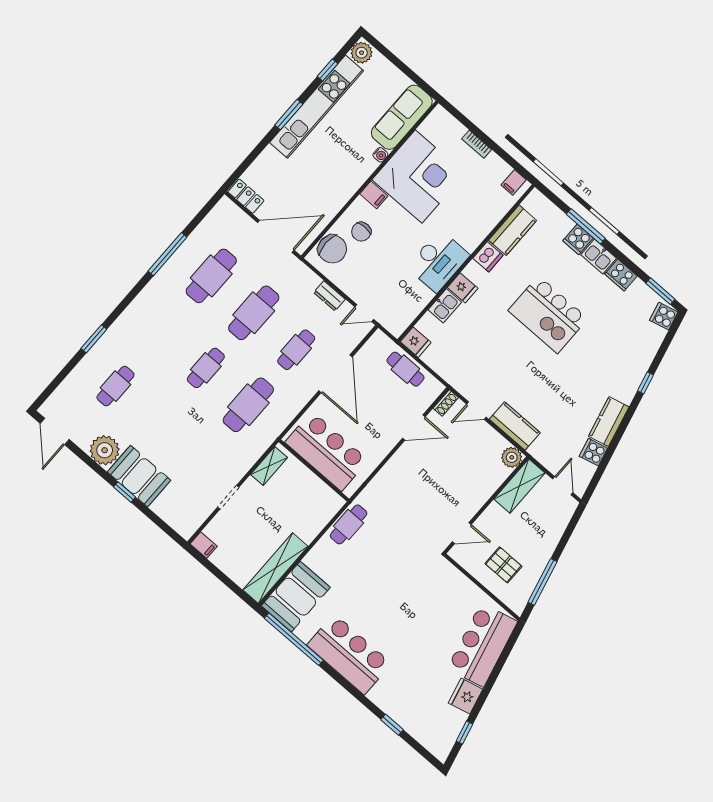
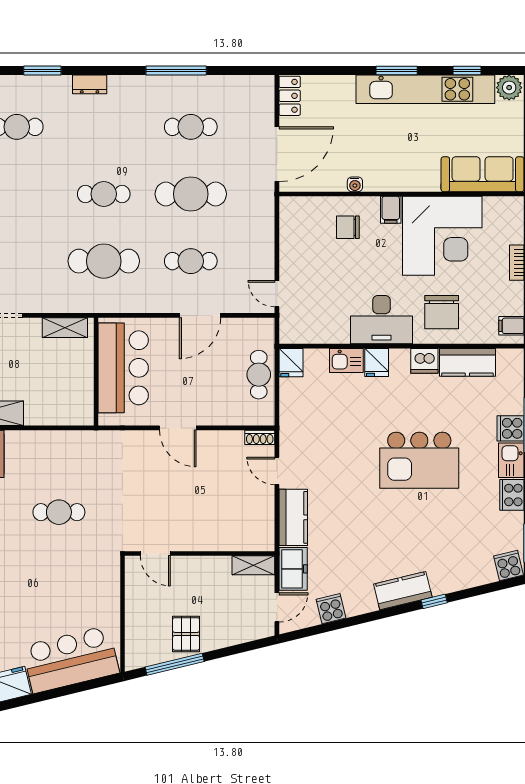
water cooler: (380, 155) -> (355, 184), moved
door: (276, 236) -> (277, 154), hinge flipped
chair: (332, 249) -> (442, 312), moved
cafe table: (211, 276) -> (191, 127), width x0.73, depth x0.74
dresser: (329, 296) -> (90, 84), moved, turned -90
kitchen island: (548, 315) -> (419, 460), turned -90
door: (336, 374) -> (200, 315), width x0.73
kitchen counter: (609, 422) -> (403, 591), moved
door: (414, 428) -> (178, 428), moved
freezer: (547, 454) -> (293, 569), added
plant: (512, 457) -> (263, 539), removed
shelving: (519, 486) -> (253, 565), width x0.67, depth x0.75
cafe table: (349, 524) -> (59, 512), moved
pallet: (503, 565) -> (186, 634), moved

